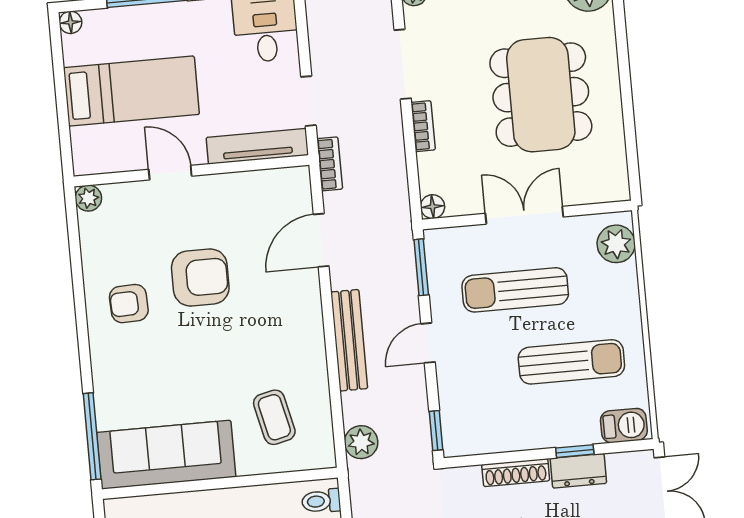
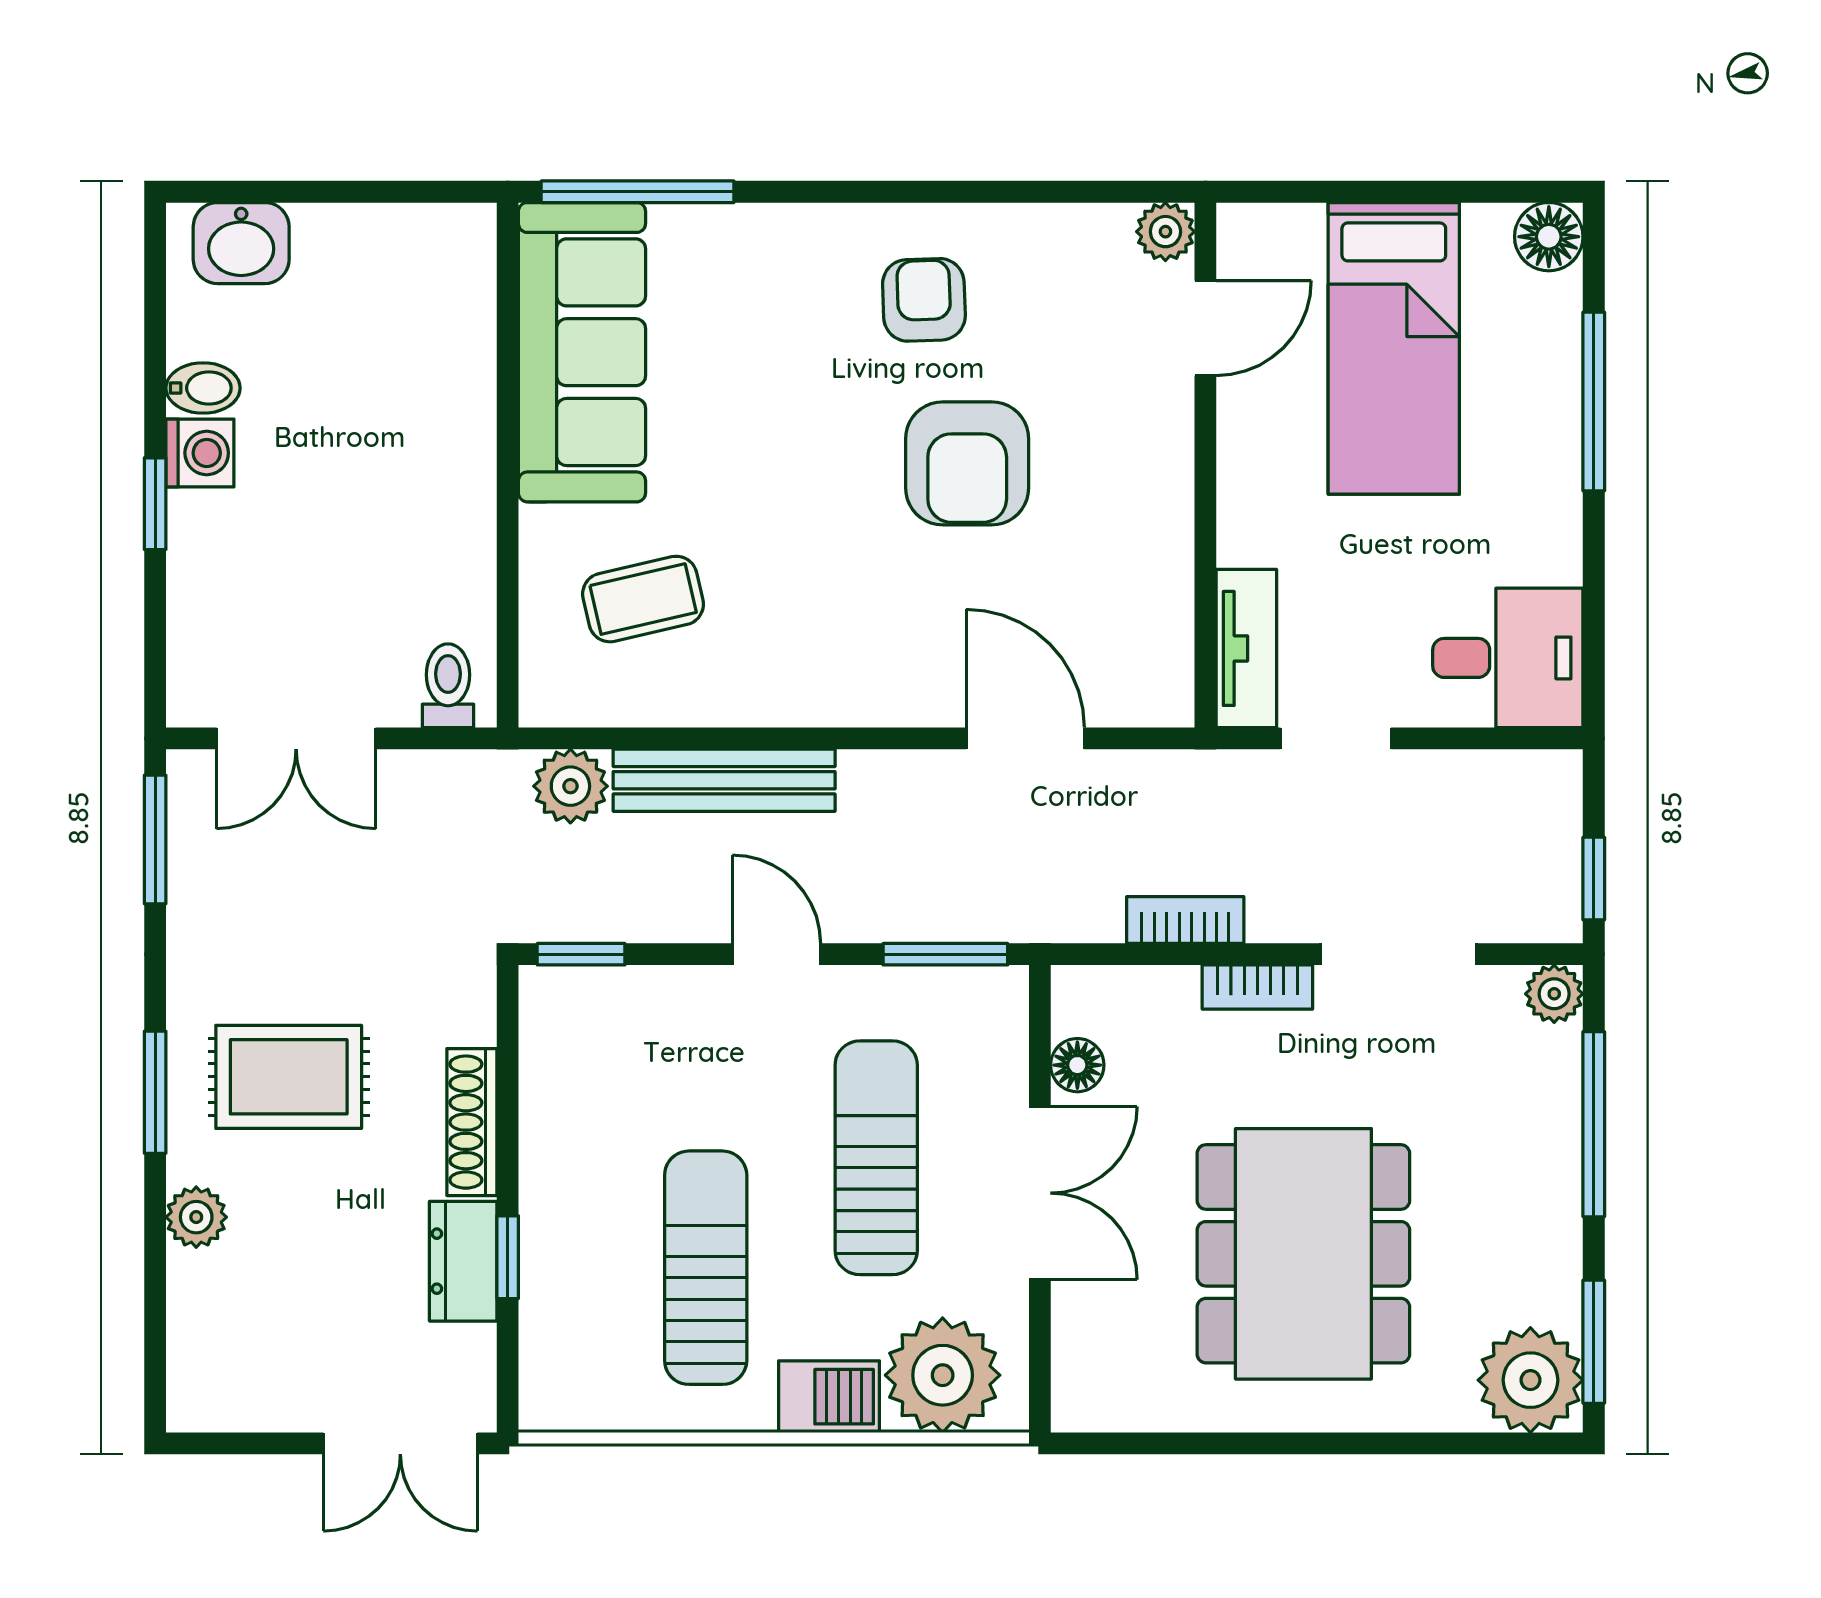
floor lamp: (70, 22) -> (1549, 237), width x1.37, depth x1.37
dining table: (541, 95) -> (1303, 1254), turned 90
tv unit: (257, 146) -> (1246, 648), width x0.71
bookcase: (330, 164) -> (1185, 920), moved, turned 180
door: (170, 173) -> (1205, 328), moved
floor lamp: (433, 207) -> (1077, 1065), moved
plant: (616, 244) -> (943, 1375), width x1.36, depth x1.36
bench: (349, 340) -> (724, 780), moved
sun lounger: (571, 362) -> (706, 1268), turned 180
barbecue: (624, 426) -> (829, 1397), moved, turned -90

